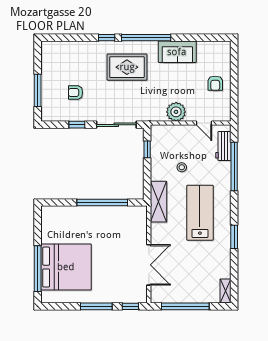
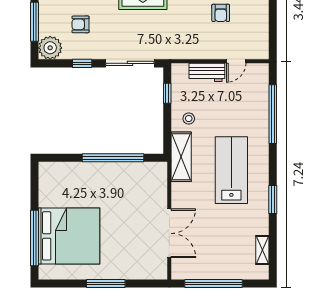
armchair: (215, 83) -> (221, 13), moved
plant: (176, 112) -> (50, 48), moved
door: (204, 123) -> (236, 61), hinge flipped
workbench: (223, 146) -> (207, 72), moved, turned -90
stool: (182, 167) -> (189, 119), moved
shelving: (226, 291) -> (262, 250), moved
window: (130, 306) -> (147, 284), removed

